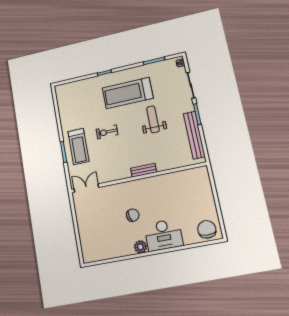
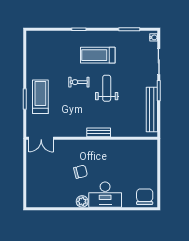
treadmill: (128, 93) -> (98, 55), width x0.73, depth x0.73
weight bench: (153, 119) -> (107, 88), moved
exercise bike: (107, 132) -> (79, 82), moved
treadmill: (78, 146) -> (40, 97), turned 180
double door: (86, 188) -> (41, 138), swing flipped

